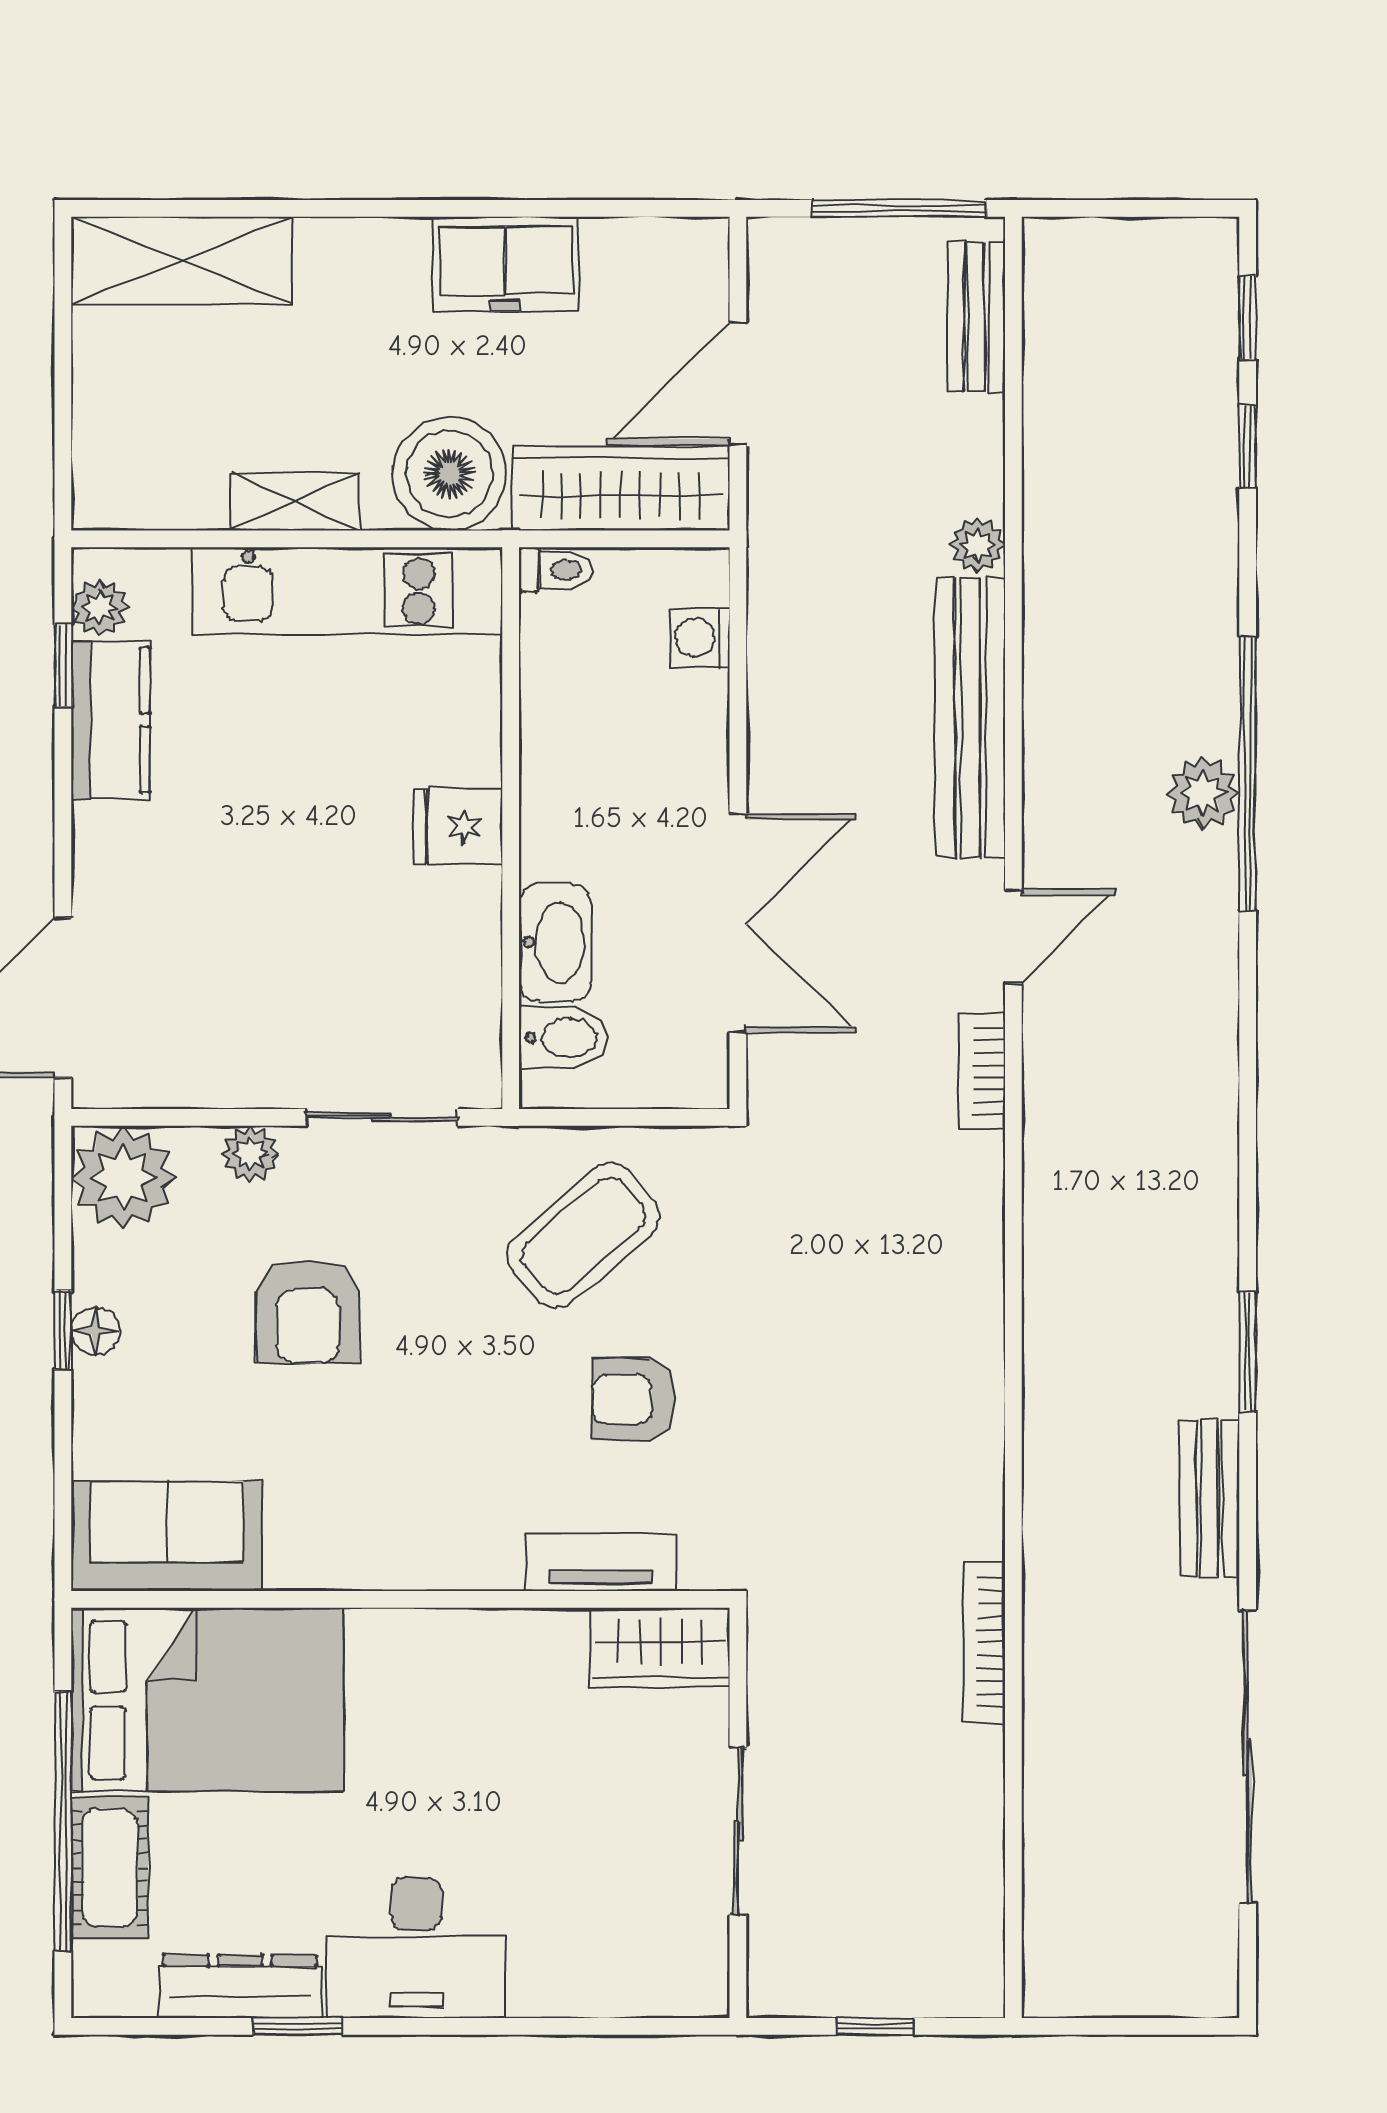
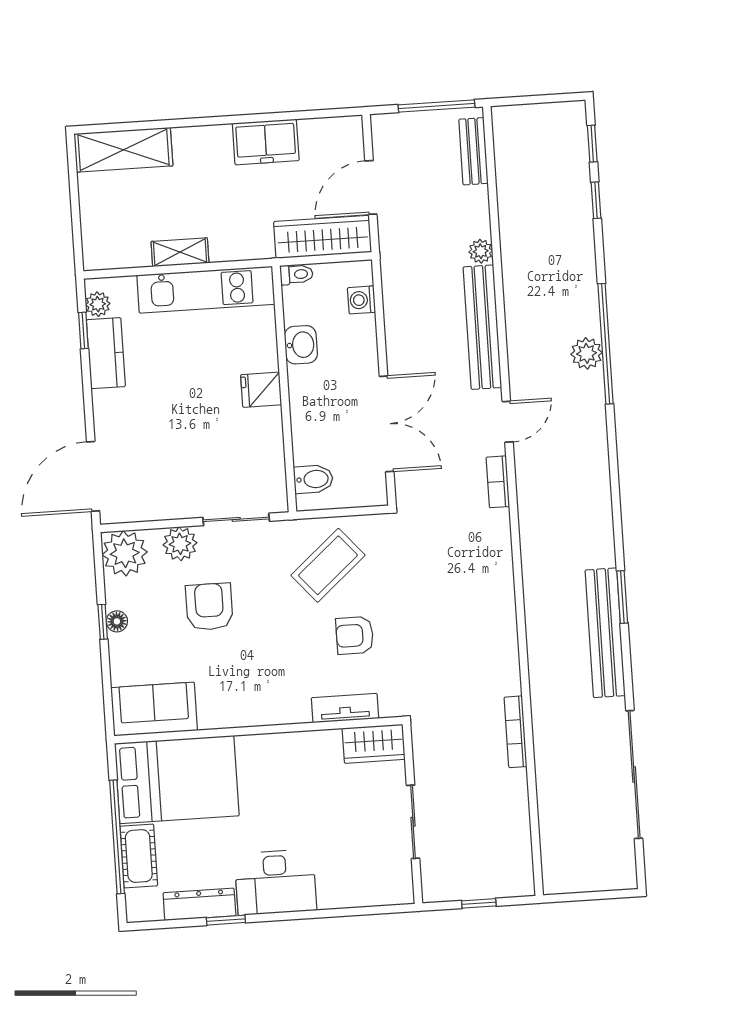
boiler: (449, 474) -> (247, 235), removed
washbasin: (555, 942) -> (301, 345), moved, width x0.72
plant: (250, 1154) -> (180, 544), width x1.38, depth x1.38
armchair: (307, 1312) -> (209, 607), turned 180
bench: (1209, 1498) -> (605, 633), width x1.86, depth x1.21

